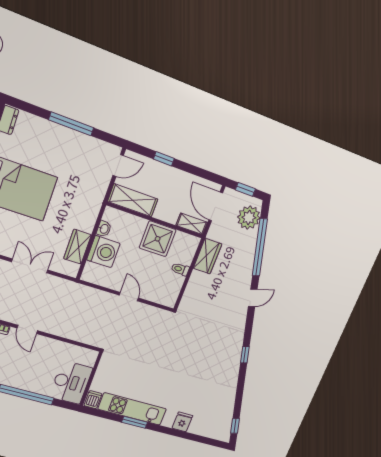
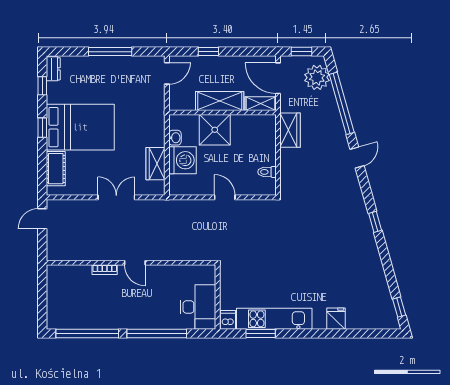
shelving: (133, 200) -> (220, 101), moved
shower: (158, 239) -> (215, 130), moved
toilet: (180, 269) -> (267, 172), moved
window: (135, 422) -> (261, 334), moved

